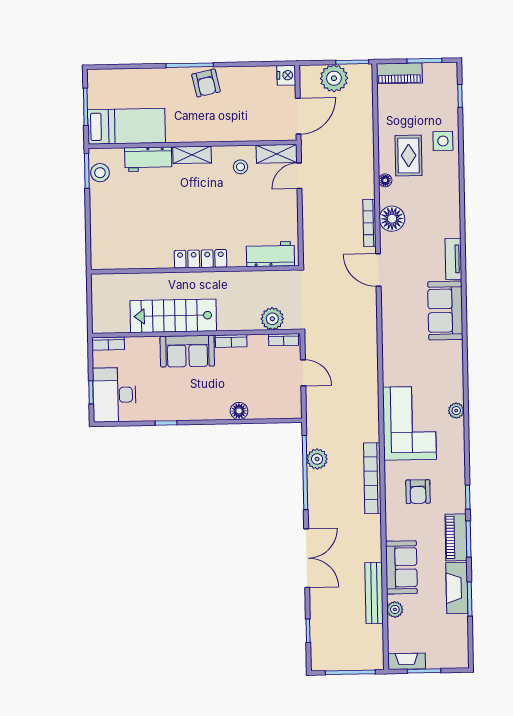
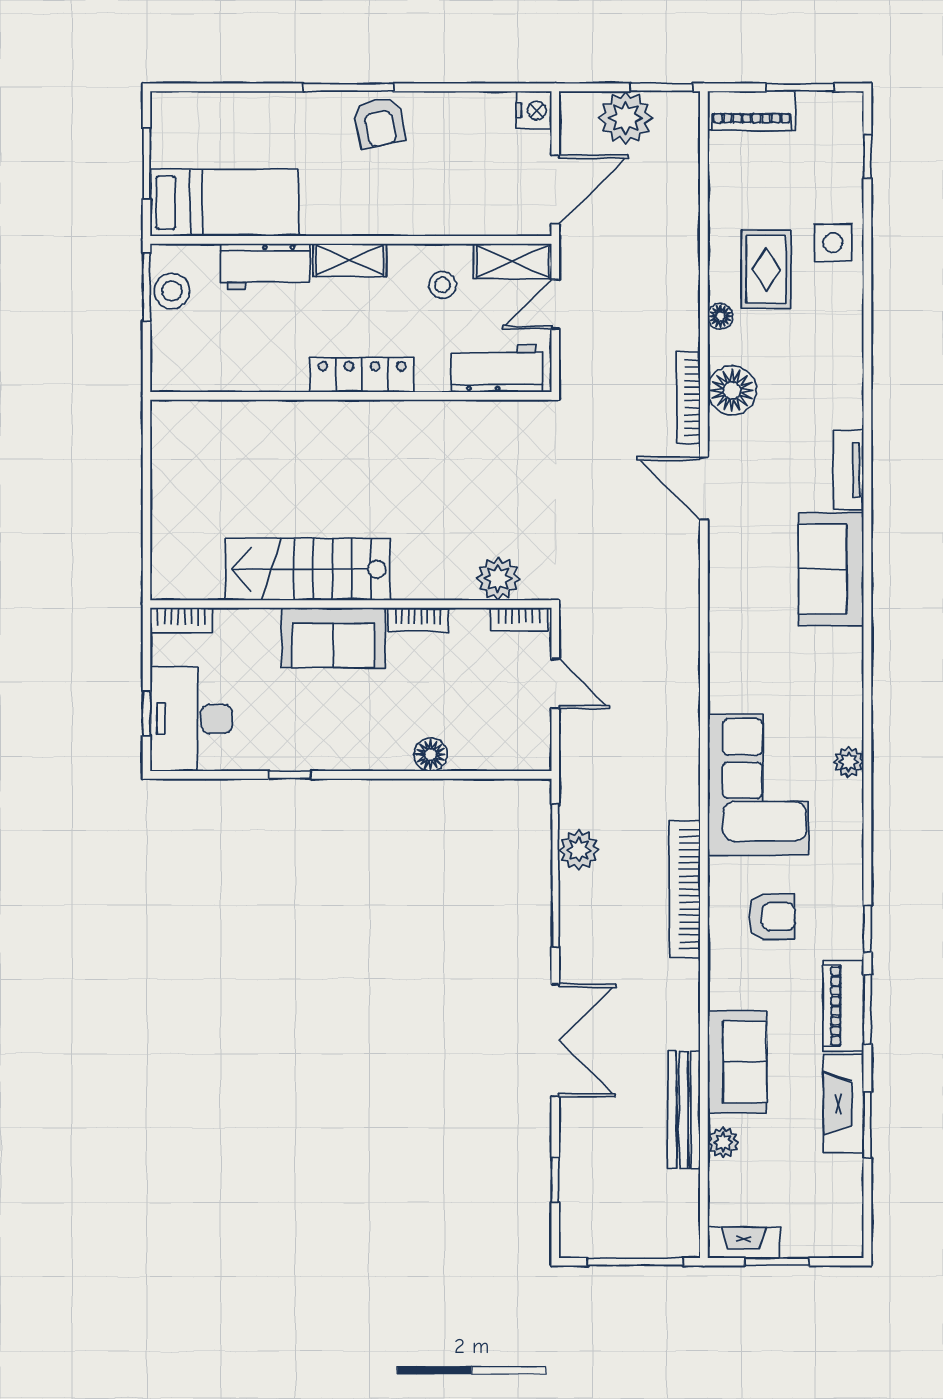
workbench: (270, 254) -> (497, 369), moved
locker: (200, 259) -> (362, 375), moved
wall: (195, 270) -> (351, 396), moved
armchair: (418, 492) -> (772, 917), turned -90

